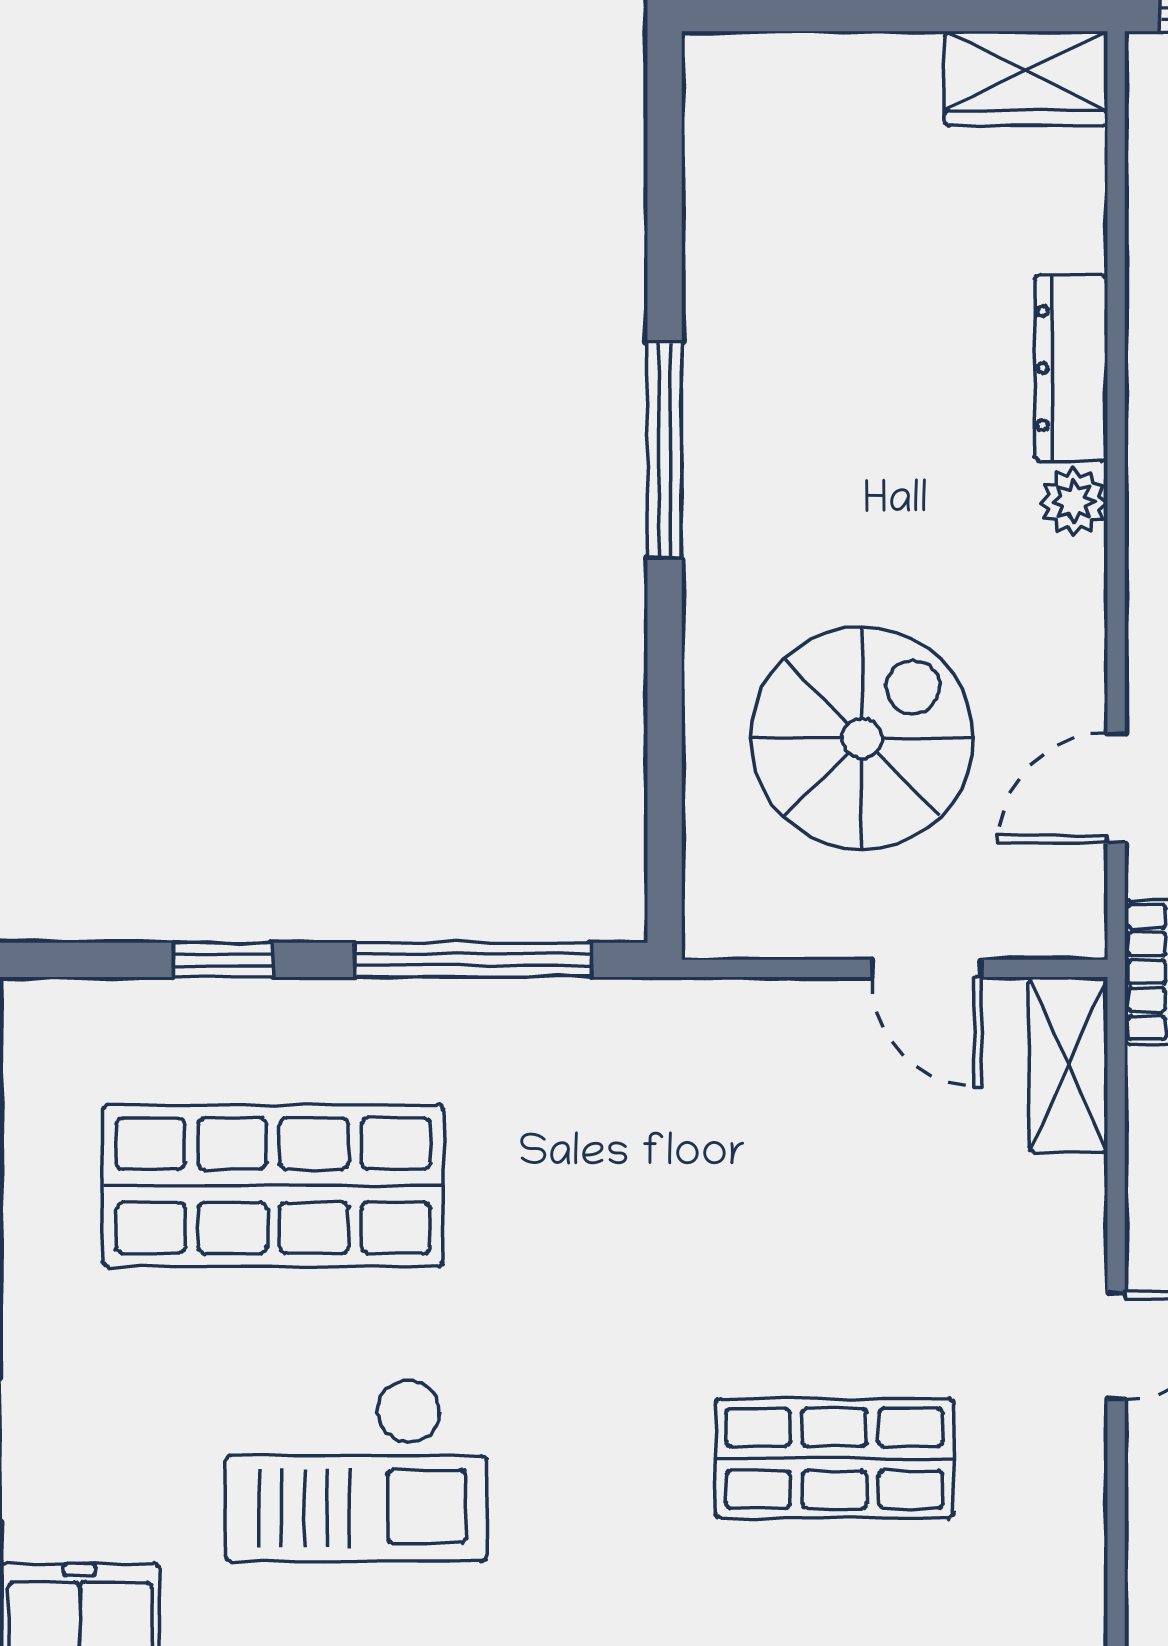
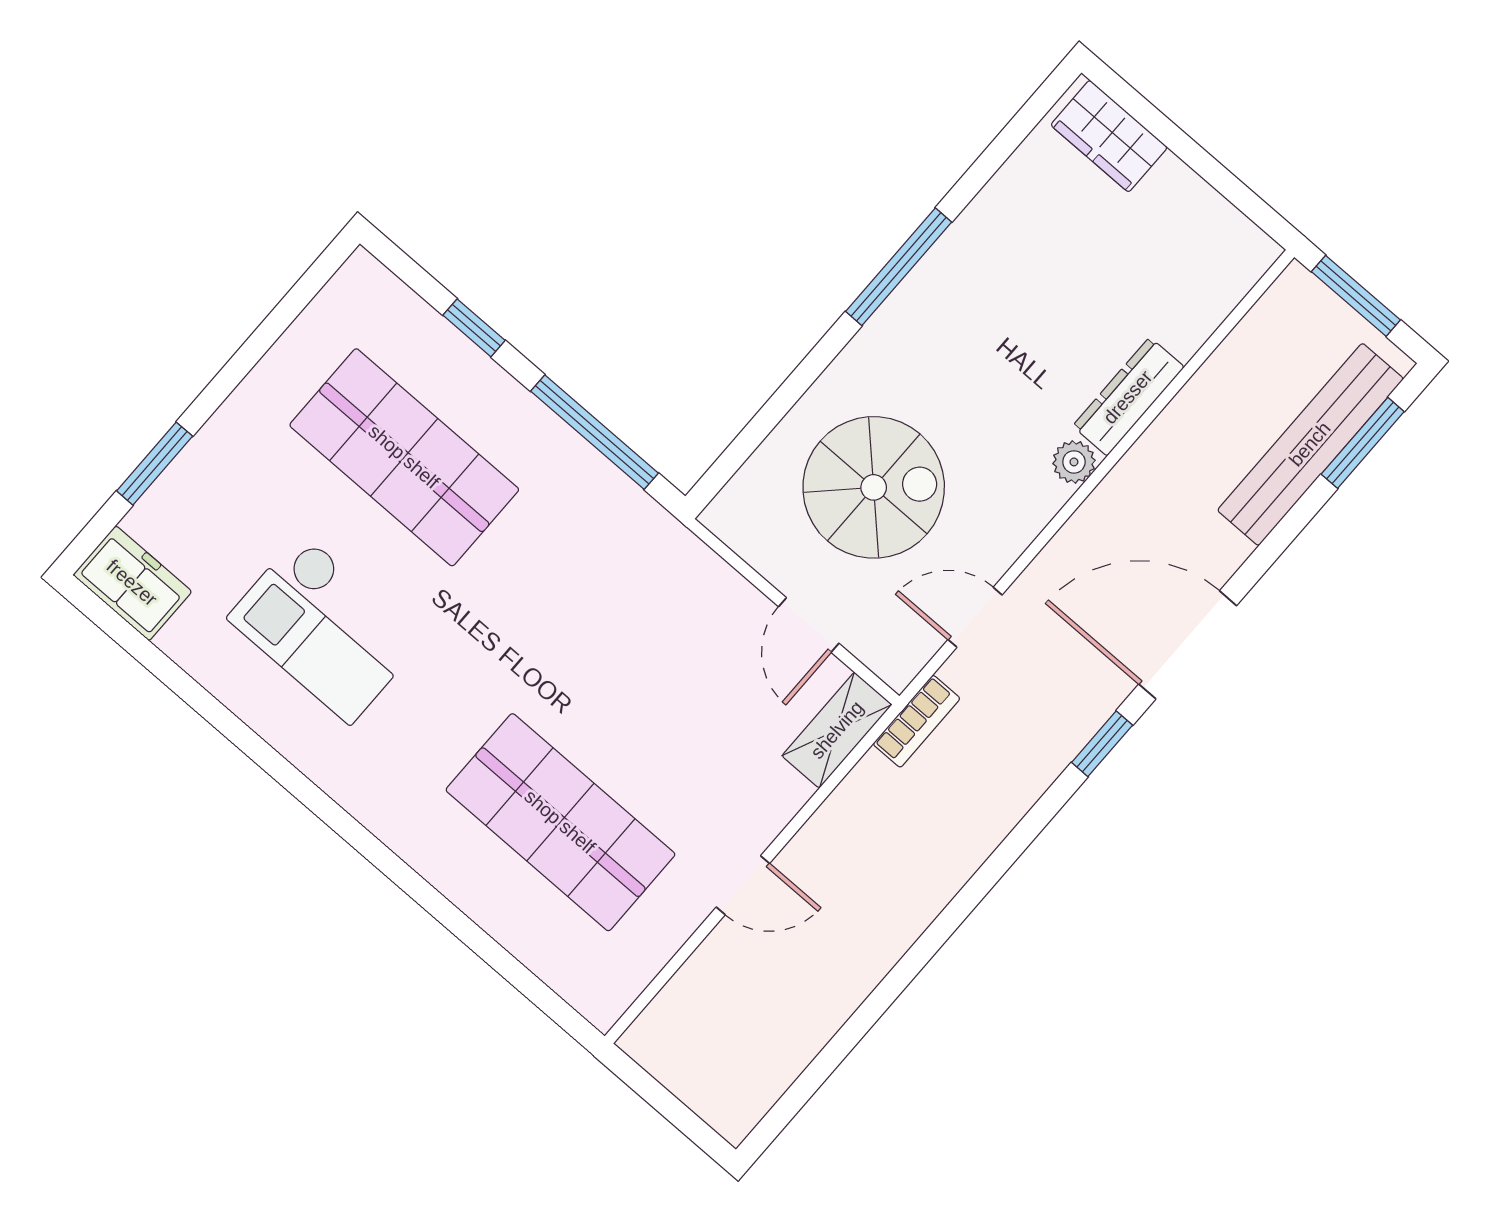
wardrobe: (1026, 78) -> (1109, 136), moved
shop shelf: (834, 1458) -> (560, 822), width x1.43, depth x1.36

